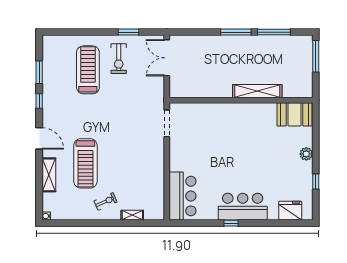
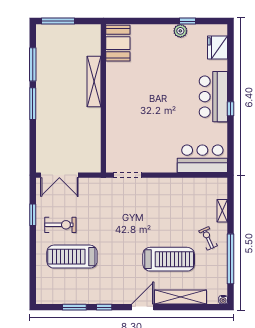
plant: (306, 154) -> (180, 31), moved
shelving: (49, 175) -> (180, 297), width x1.47
window: (86, 223) -> (230, 259), added

